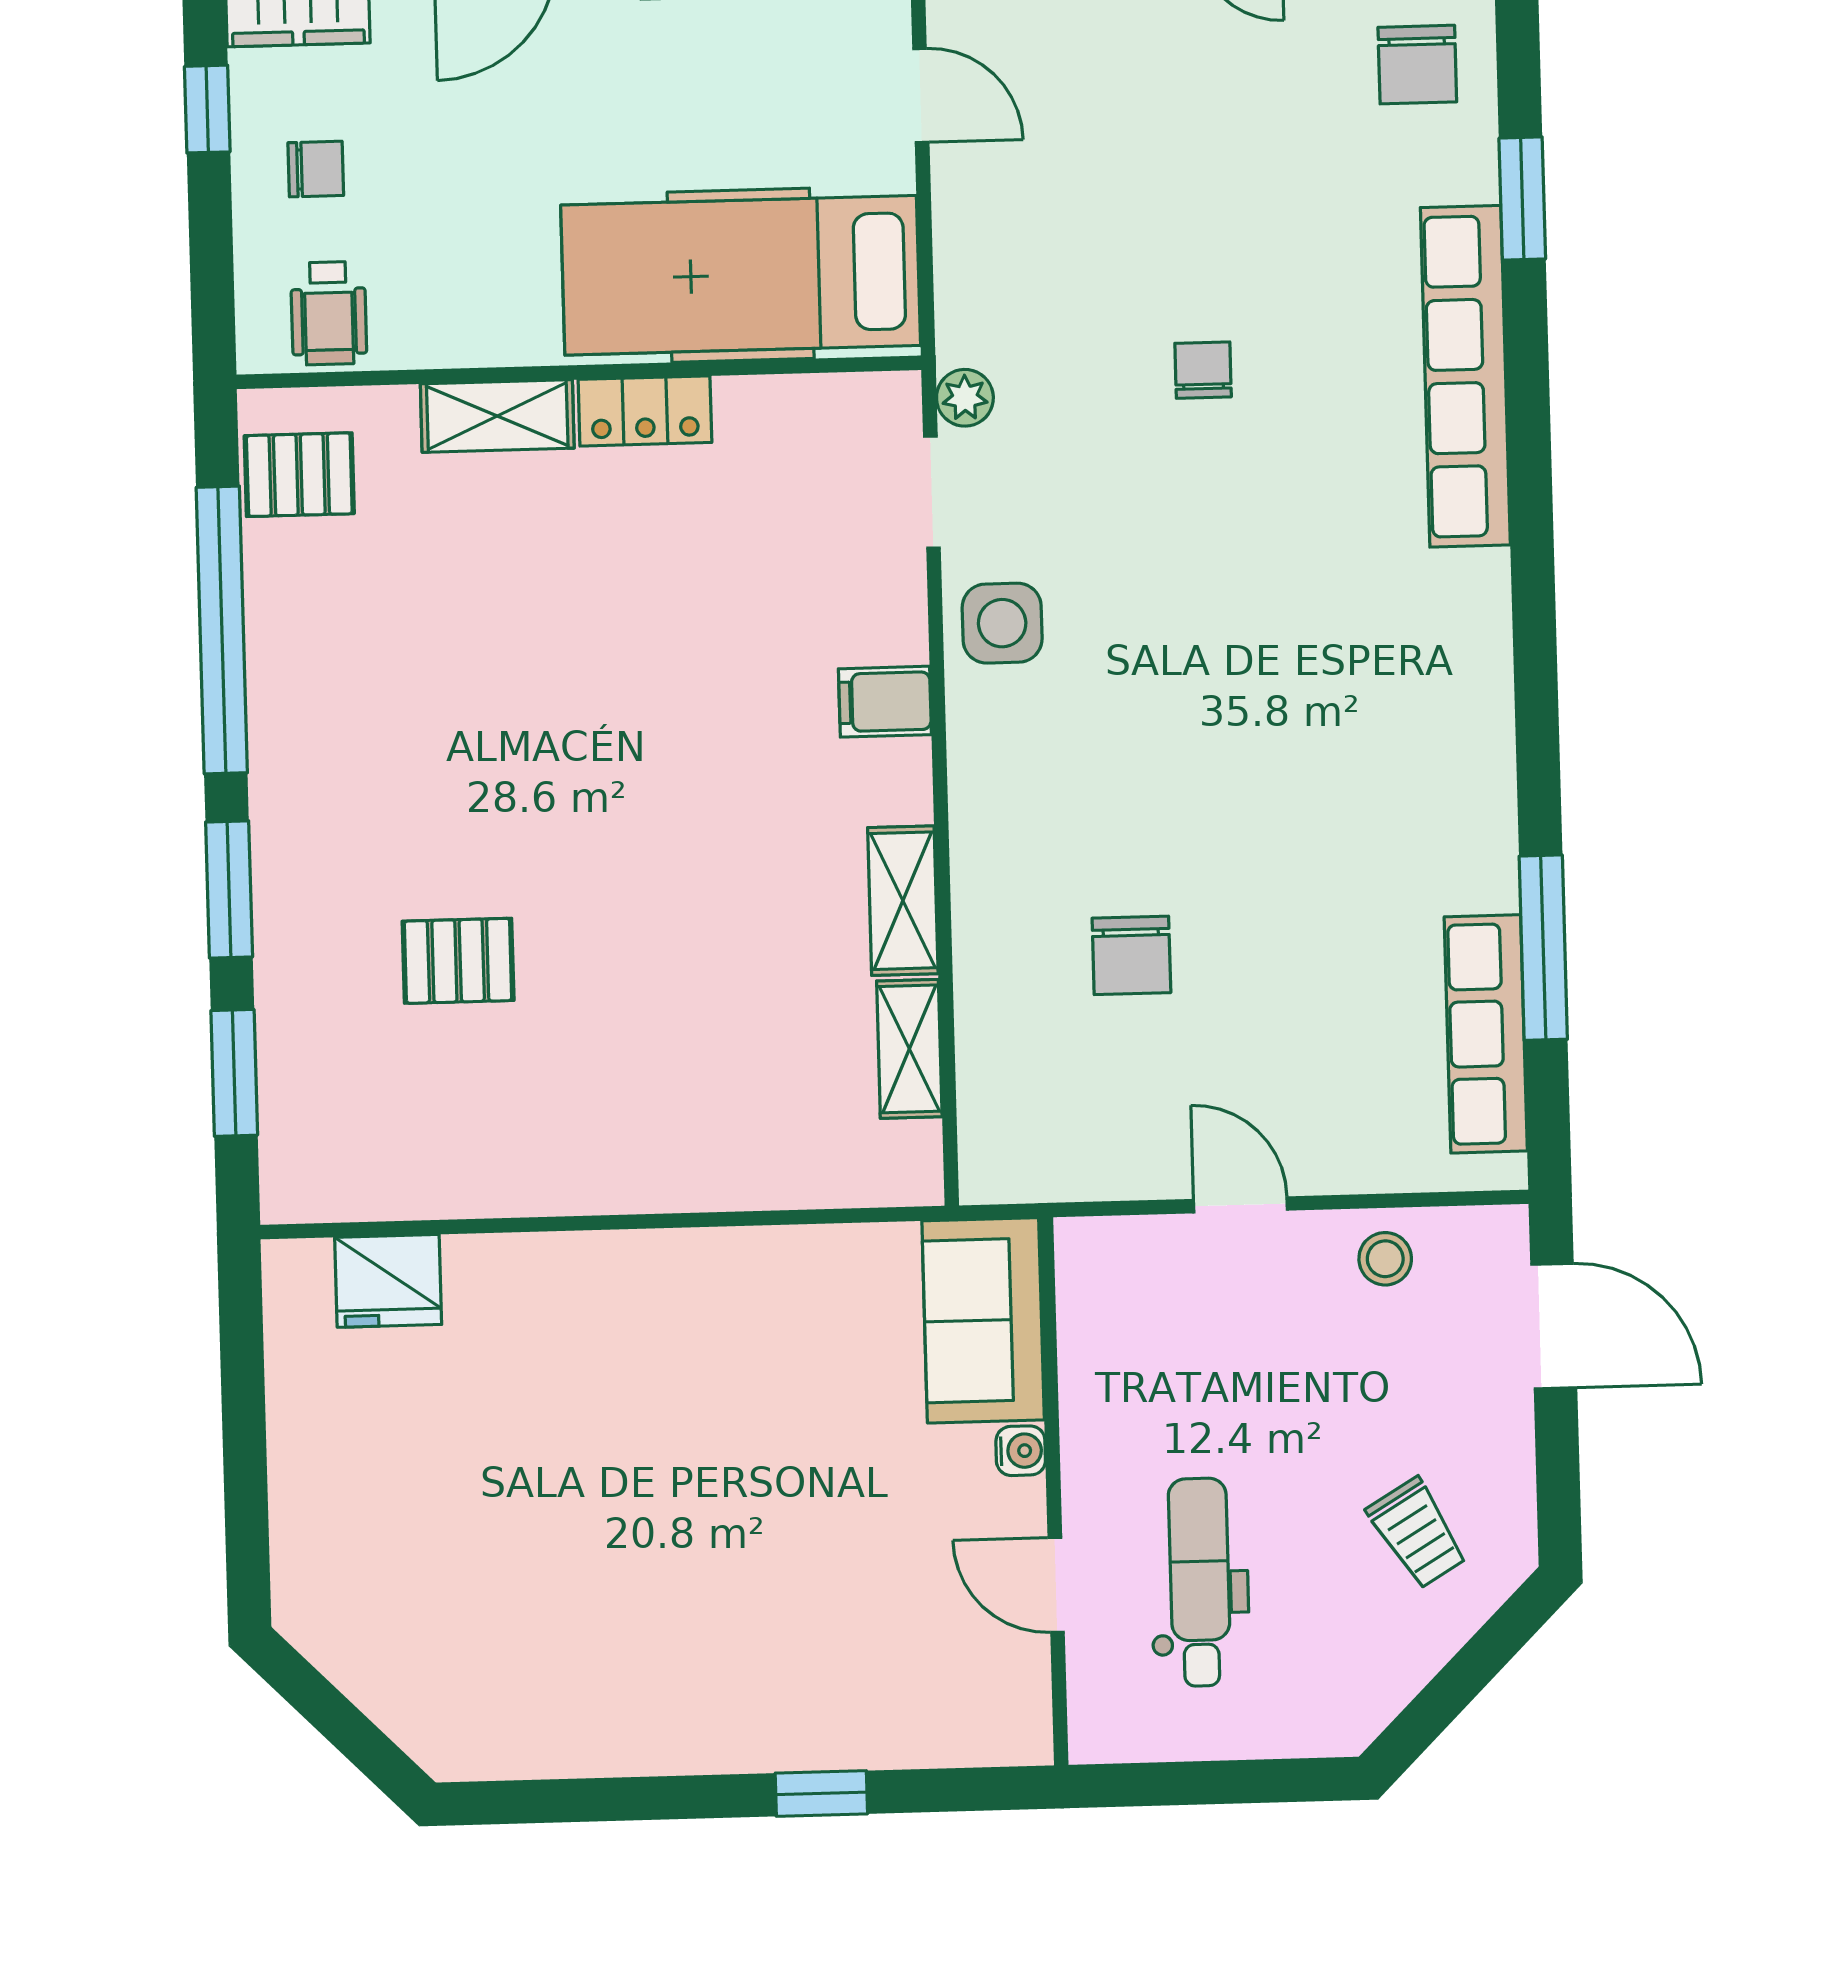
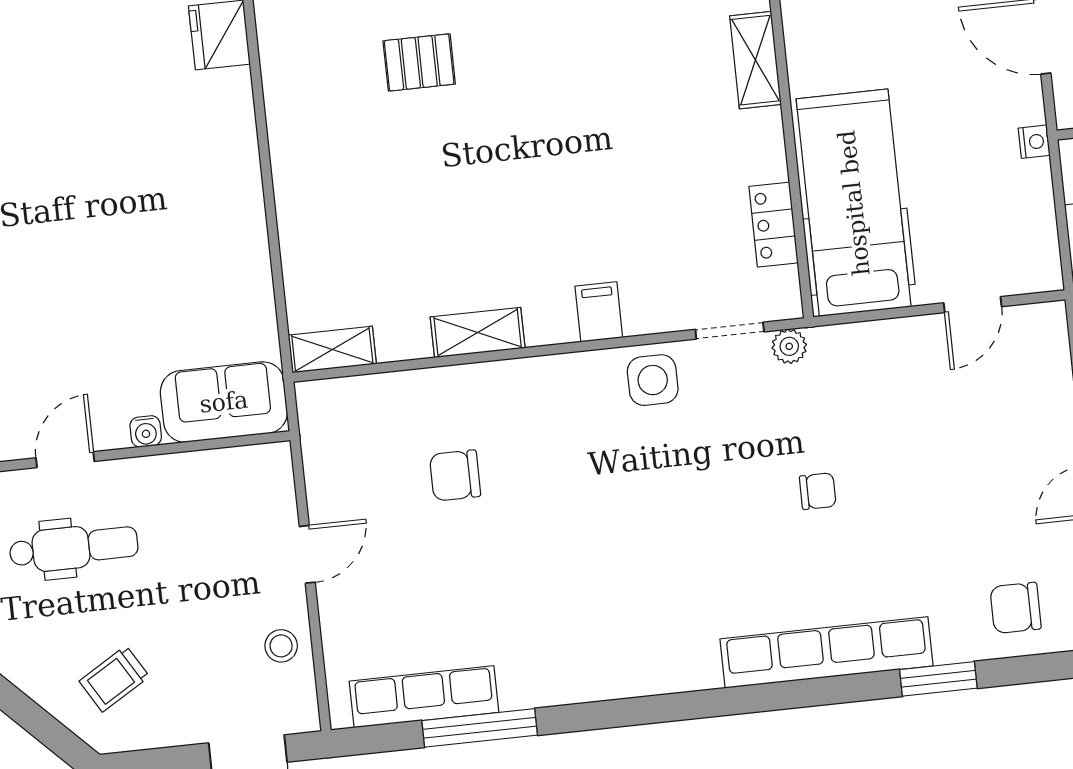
locker: (645, 411) -> (774, 225), moved
pallet: (458, 961) -> (419, 62), turned 90
shelving: (909, 1049) -> (332, 349), moved

